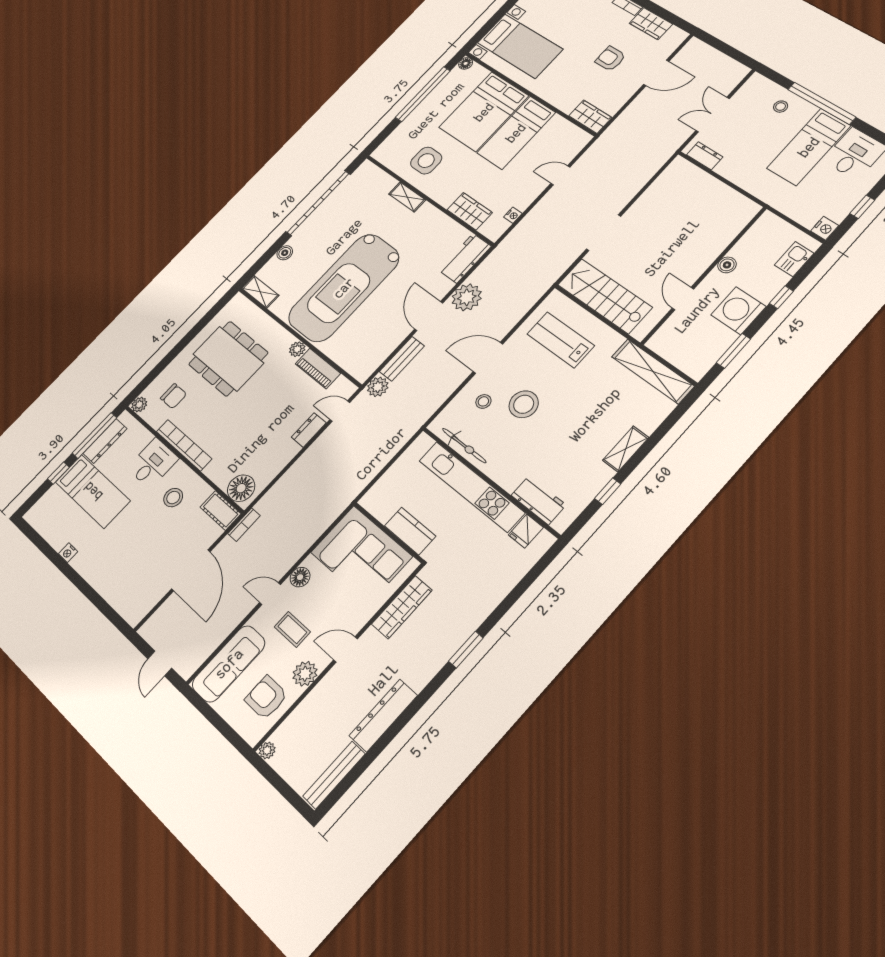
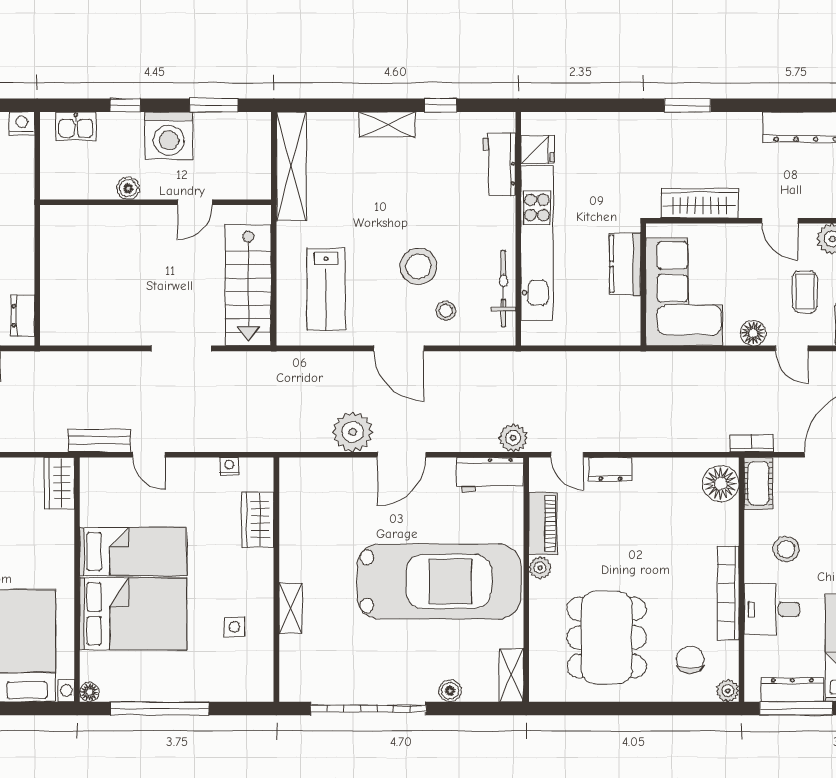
side table: (426, 161) -> (234, 627), width x0.54, depth x0.54
workbench: (465, 258) -> (490, 475), moved
bench: (402, 359) -> (100, 440), moved

